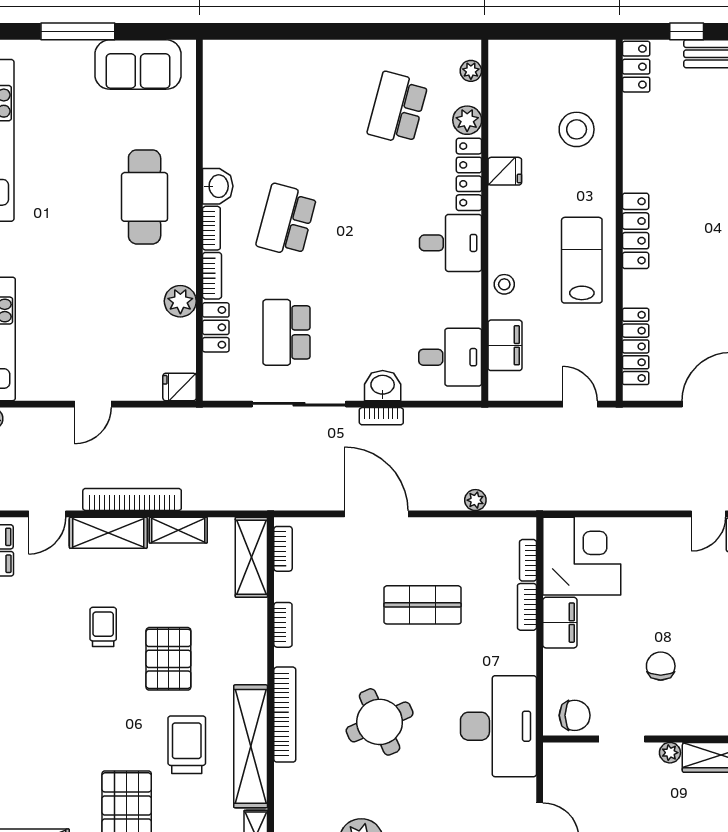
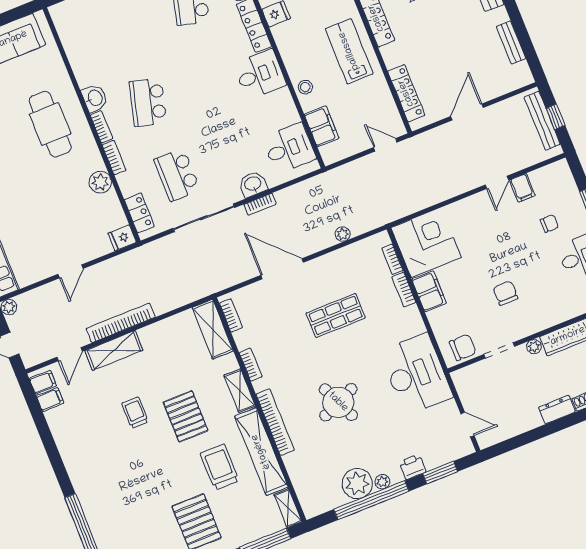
locker: (216, 327) -> (139, 213), moved
shelving: (178, 530) -> (240, 391), moved, turned 90

